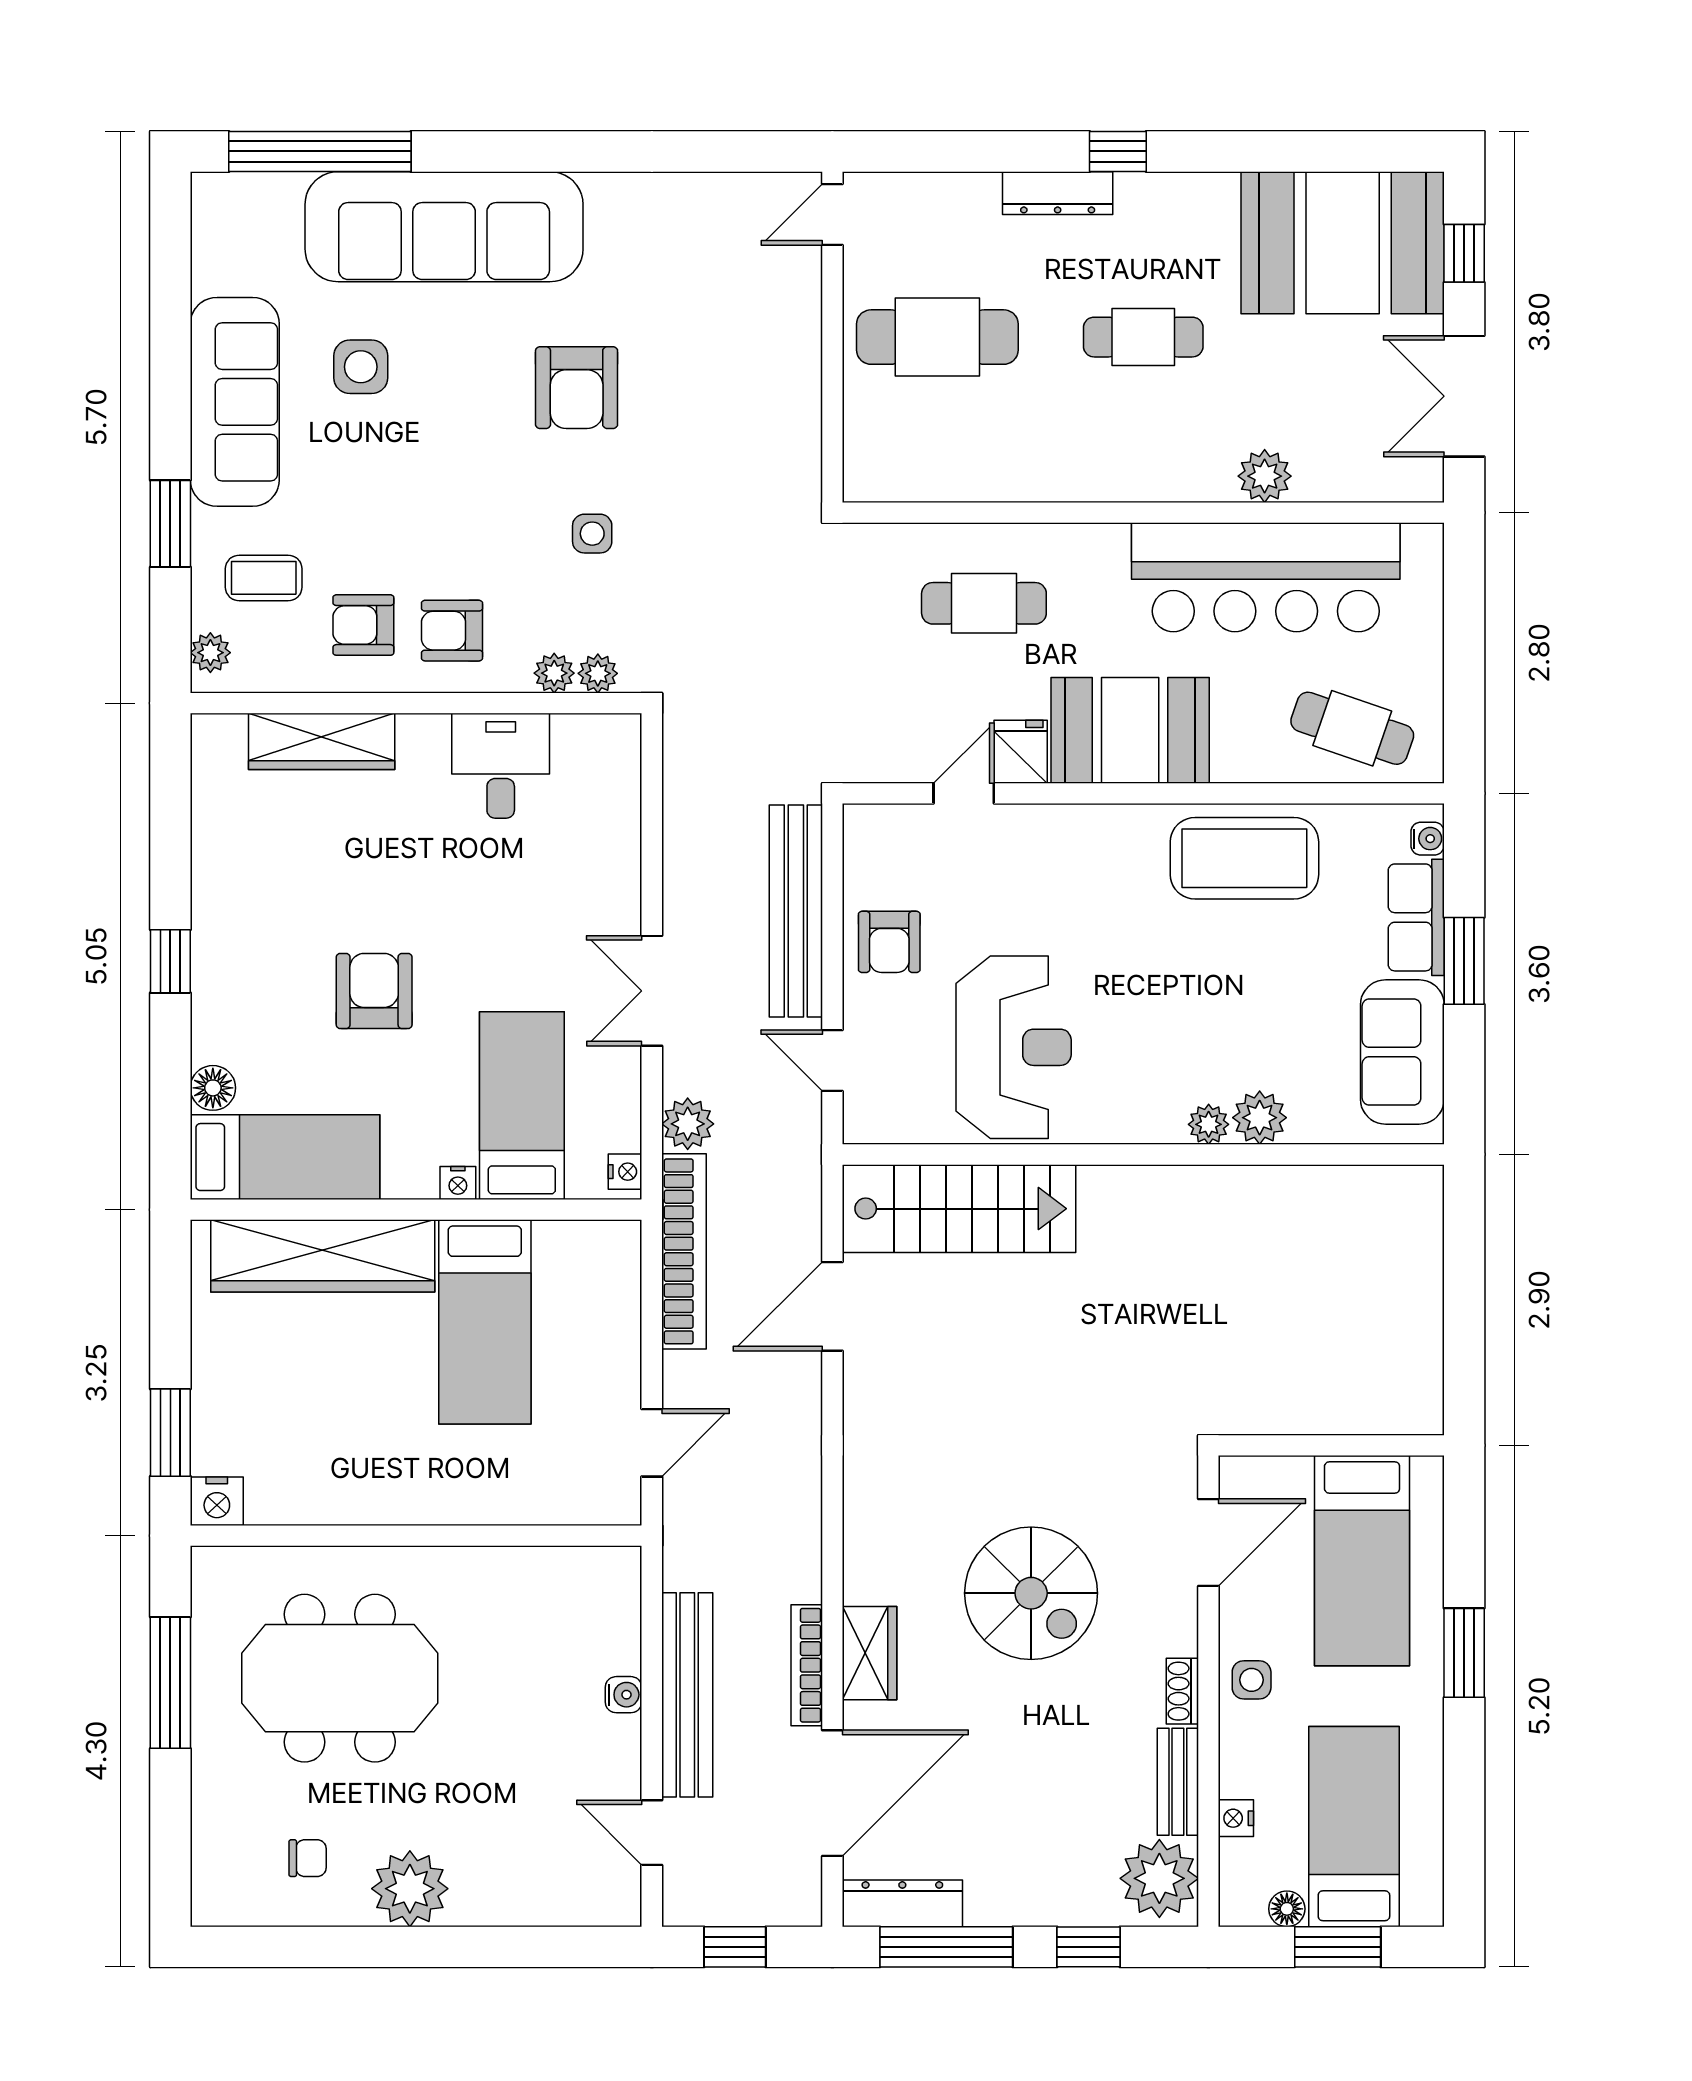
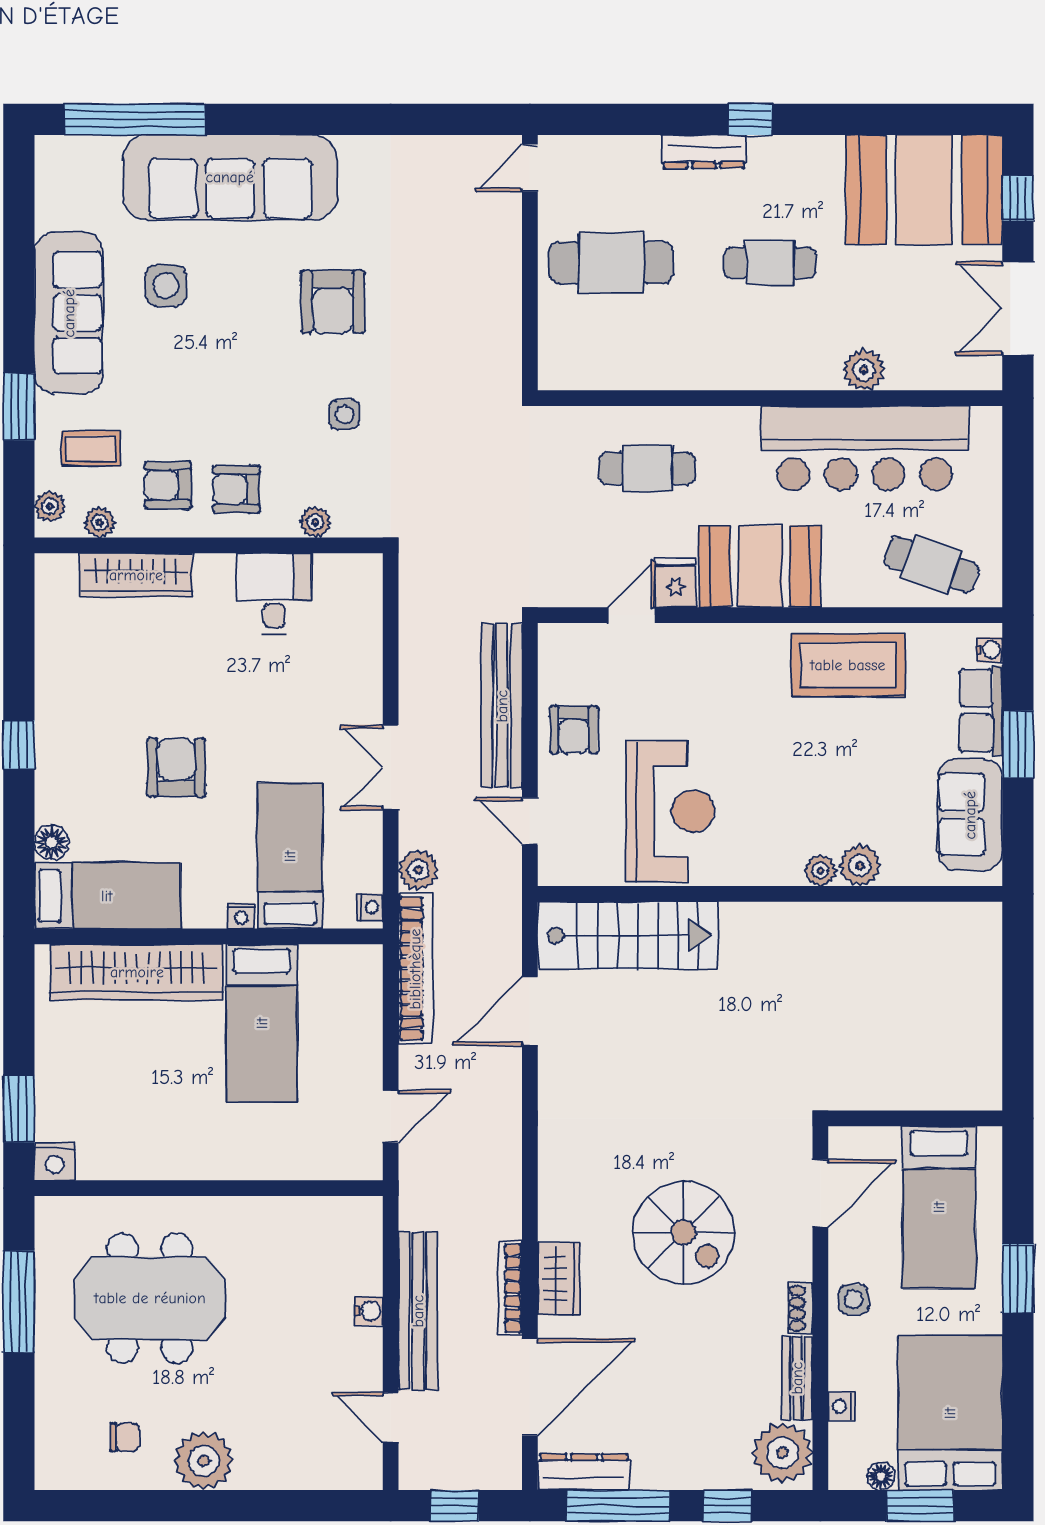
plant: (598, 673) -> (100, 522), moved
bed: (1354, 1827) -> (950, 1413), width x1.50

